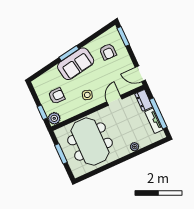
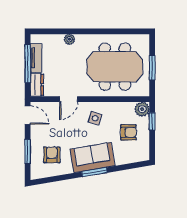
window: (123, 36) -> (28, 152), moved
armchair: (57, 96) -> (129, 132), turned 180
meeting table: (90, 142) -> (115, 67), turned 90

